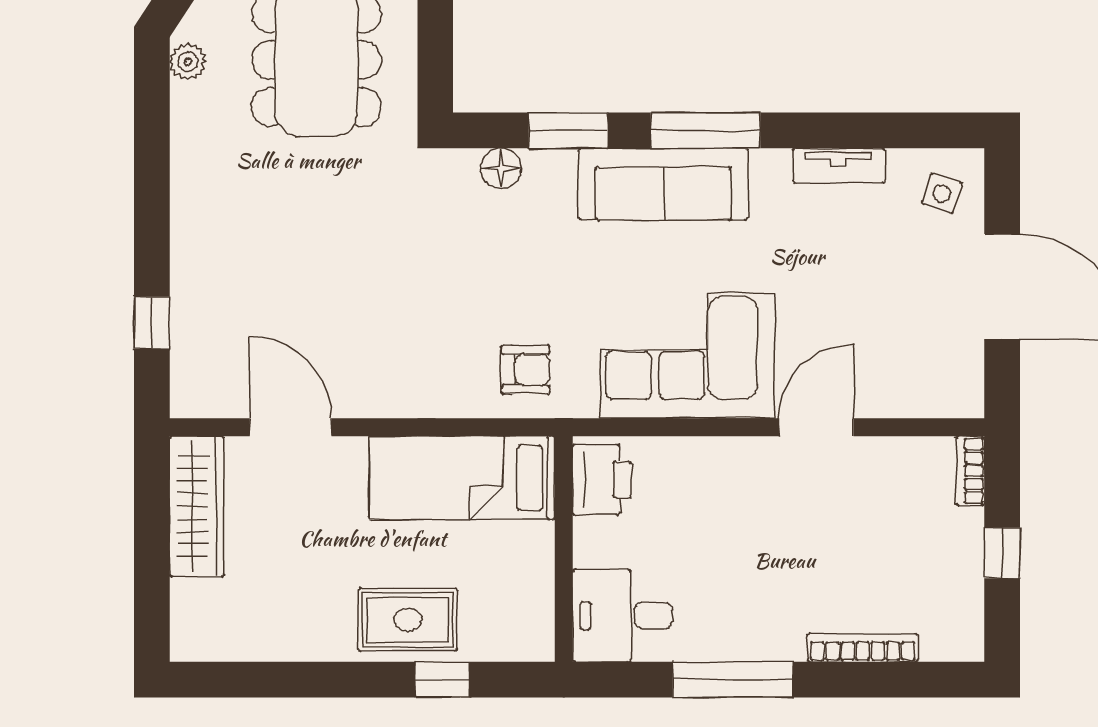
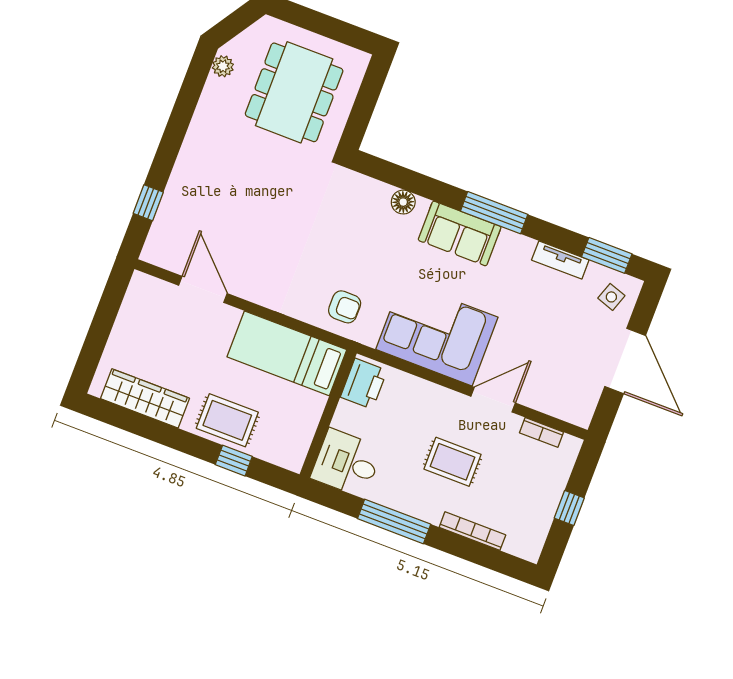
window: (568, 130) -> (607, 255), moved
floor lamp: (501, 168) -> (403, 202), moved
sofa: (663, 184) -> (460, 233), width x0.73
bookcase: (970, 471) -> (541, 432), moved, turned -90
wardrobe: (197, 506) -> (145, 398), moved, turned -90
rug: (789, 550) -> (452, 462), added

